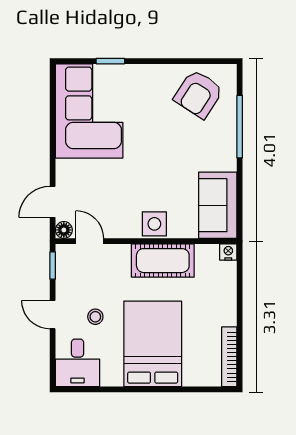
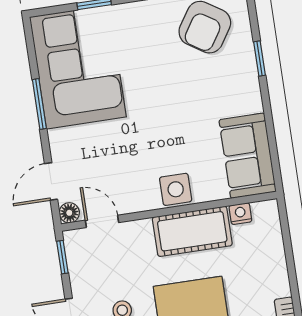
window: (240, 127) -> (260, 59), width x0.46
window: (53, 137) -> (39, 104), added
nightstand: (228, 252) -> (240, 214), moved

